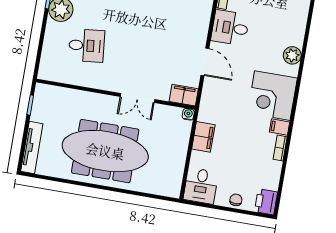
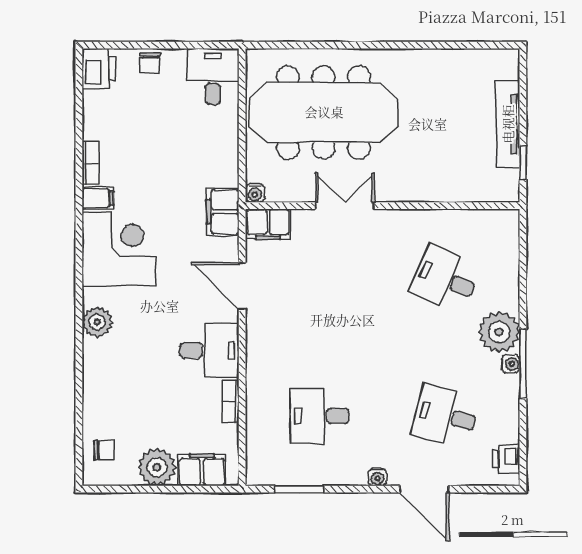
desk: (87, 46) -> (445, 279), turned 30
filing cabinet: (203, 137) -> (223, 212), moved
tv unit: (32, 147) -> (508, 124), moved
meeting table: (105, 151) -> (324, 112), moved

